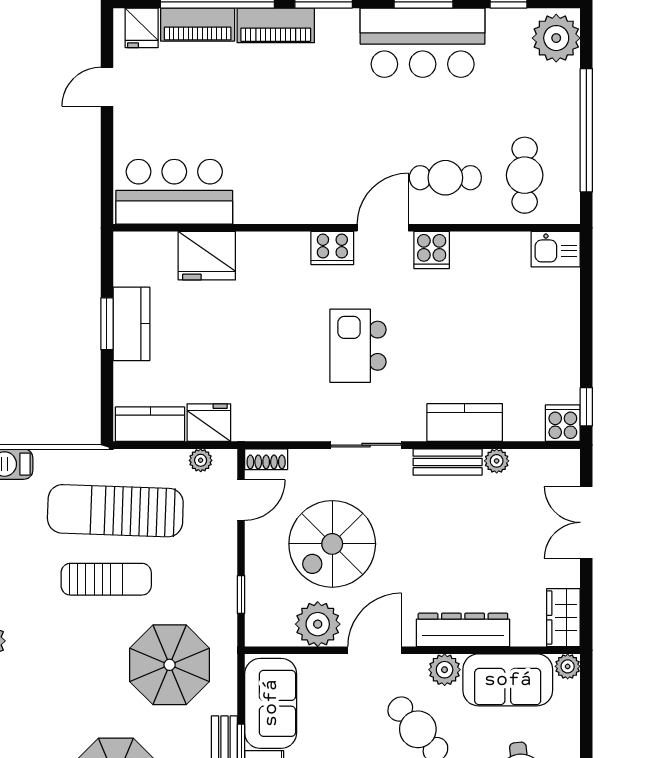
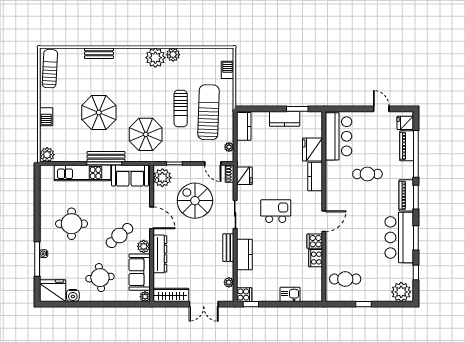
piano: (276, 25) -> (406, 195), moved
window: (586, 130) -> (364, 304), width x0.32
cafe table: (445, 178) -> (367, 174), moved, turned 90
door: (383, 228) -> (324, 221), hinge flipped
cooker: (332, 248) -> (316, 258), moved
kitchen counter: (273, 249) -> (315, 177), added
kitchen sink: (556, 249) -> (290, 294), moved, turned 90
window: (107, 324) -> (297, 109), moved
fridge: (209, 423) -> (244, 176), moved
plant: (497, 461) -> (229, 282), moved
double door: (586, 522) -> (204, 304), swing flipped
wardrobe: (563, 618) -> (171, 295), width x1.50
plant: (318, 624) -> (162, 178), moved

